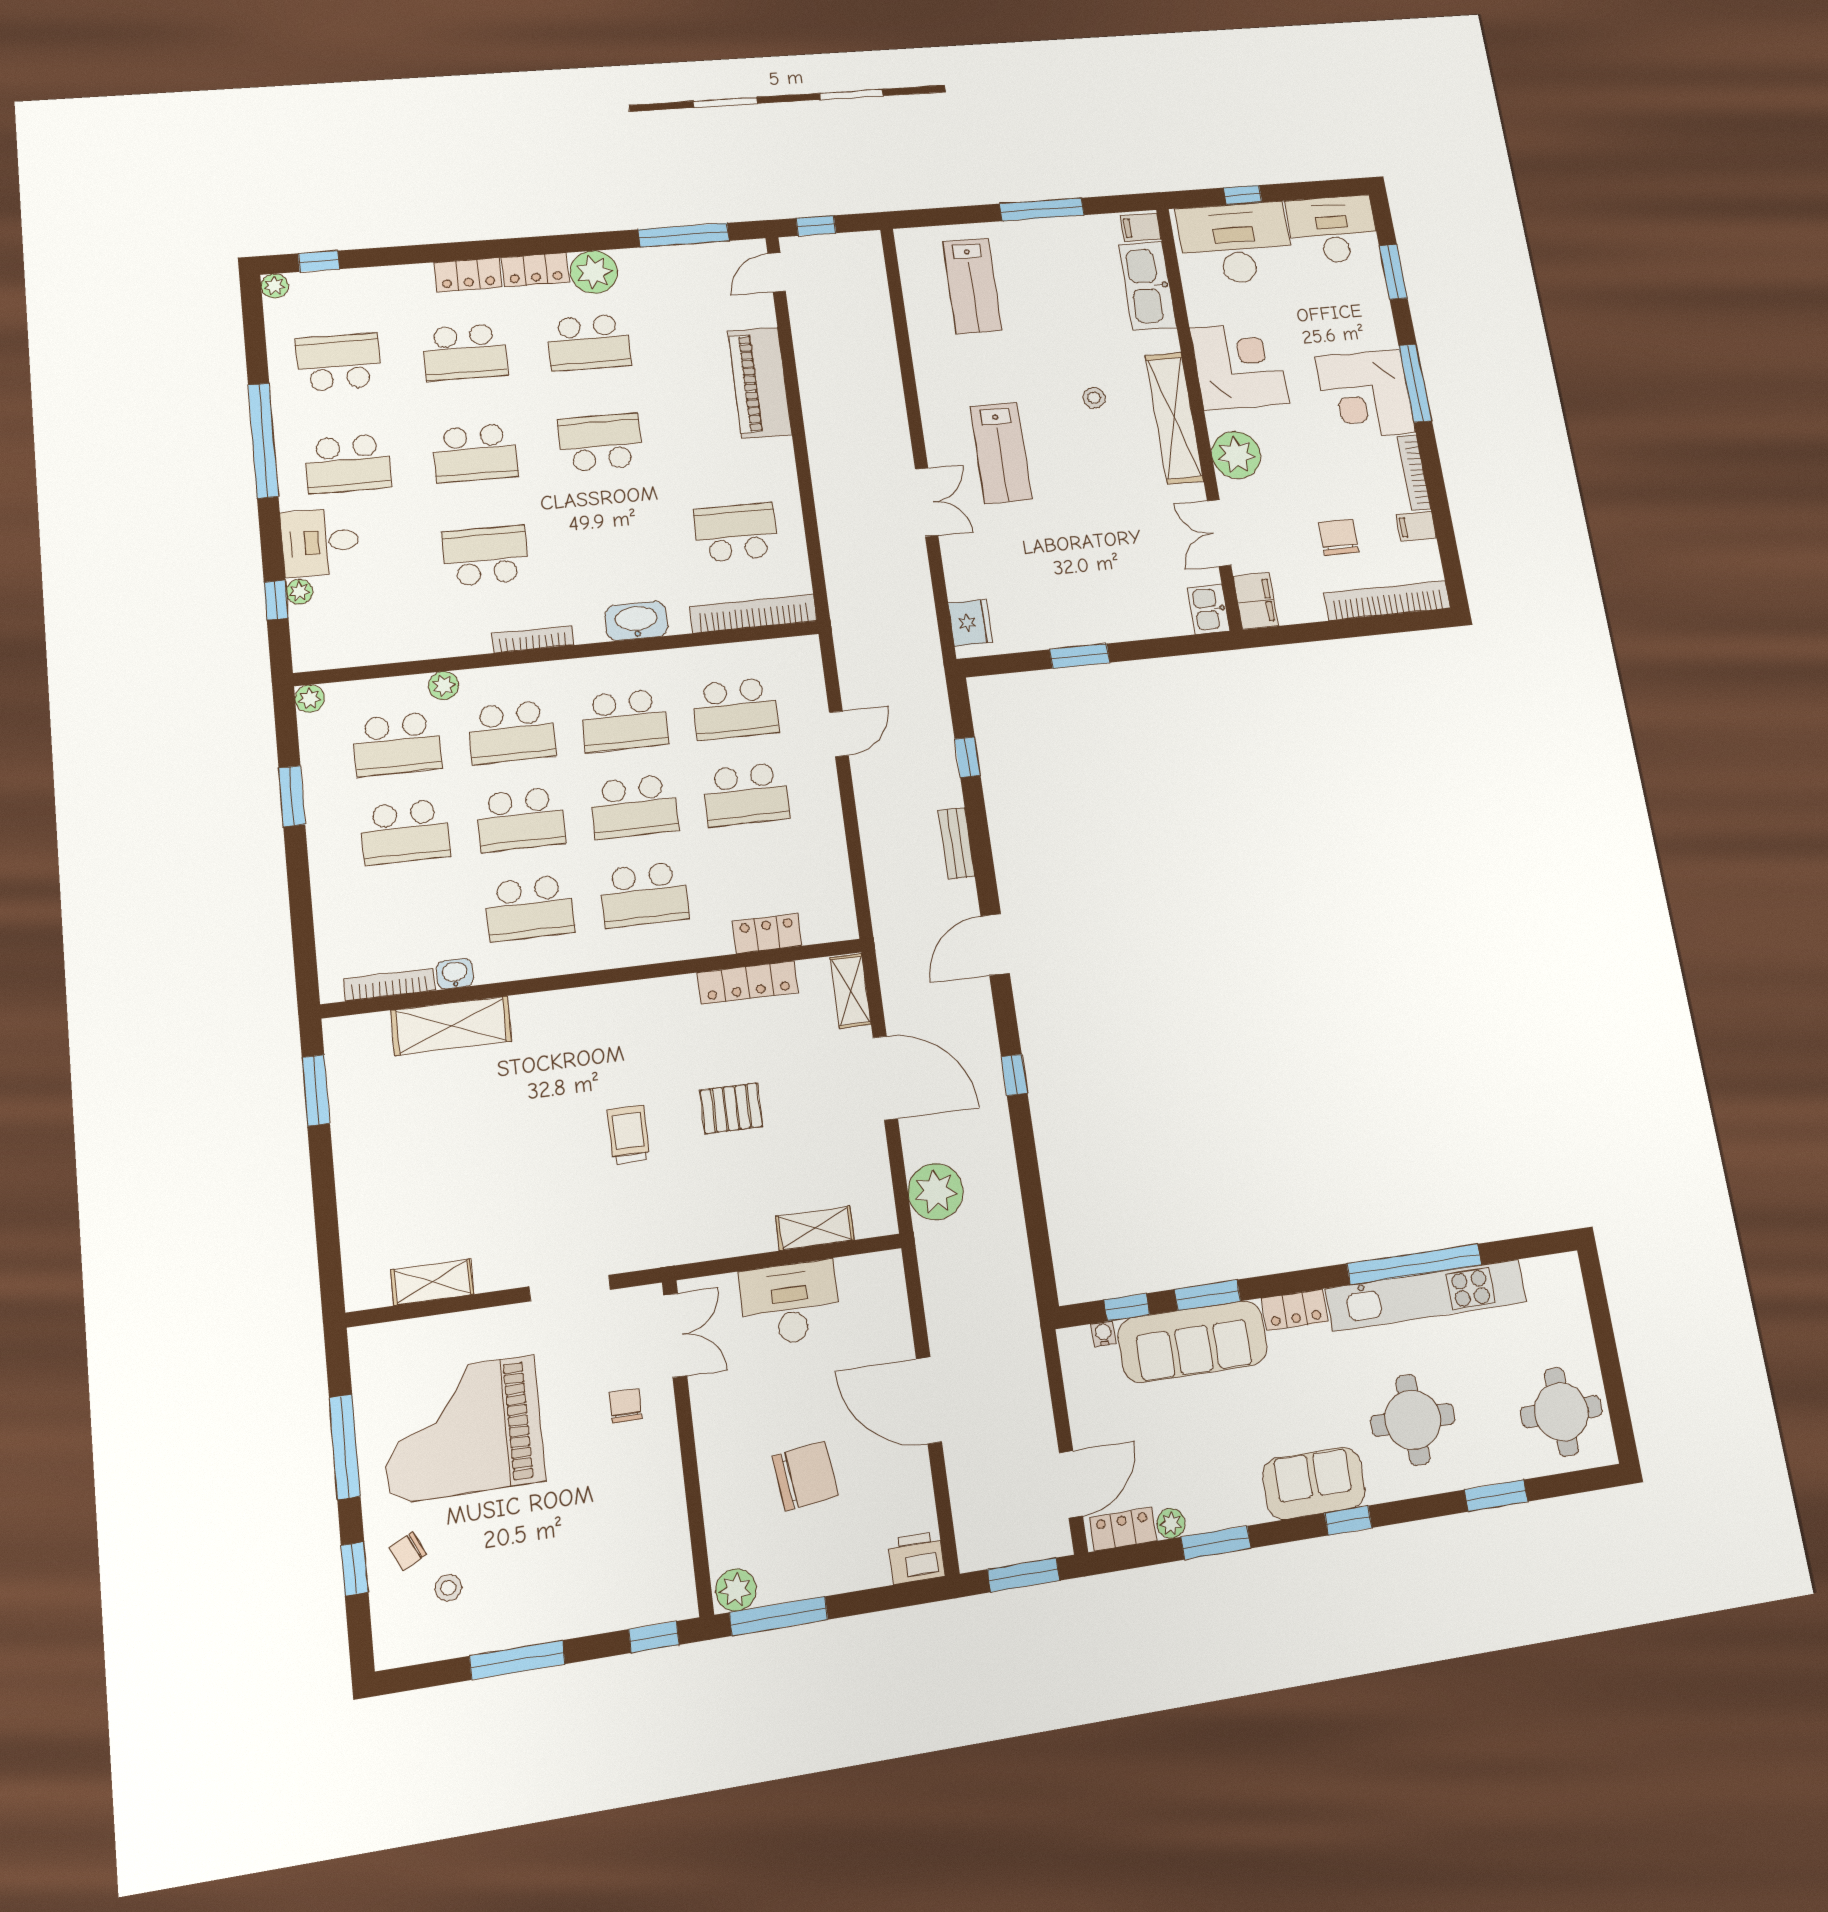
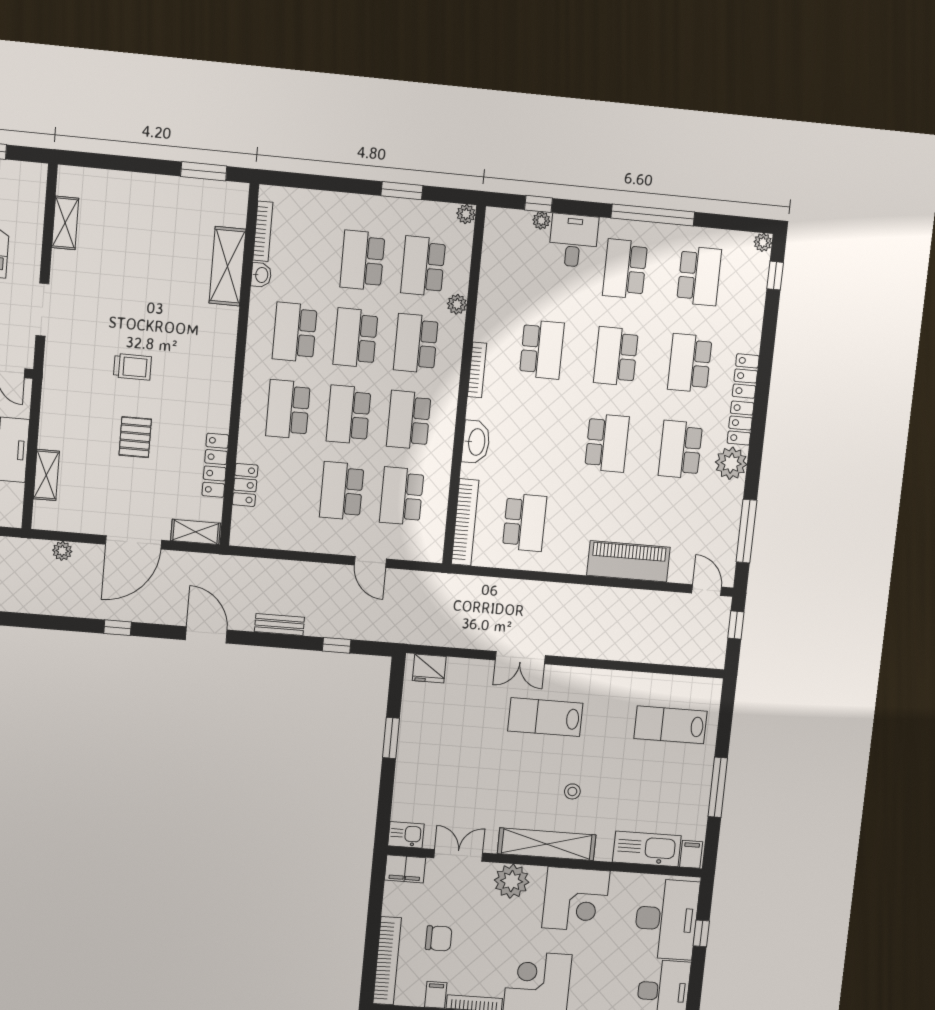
plant: (936, 1192) -> (62, 551), width x0.53, depth x0.53

